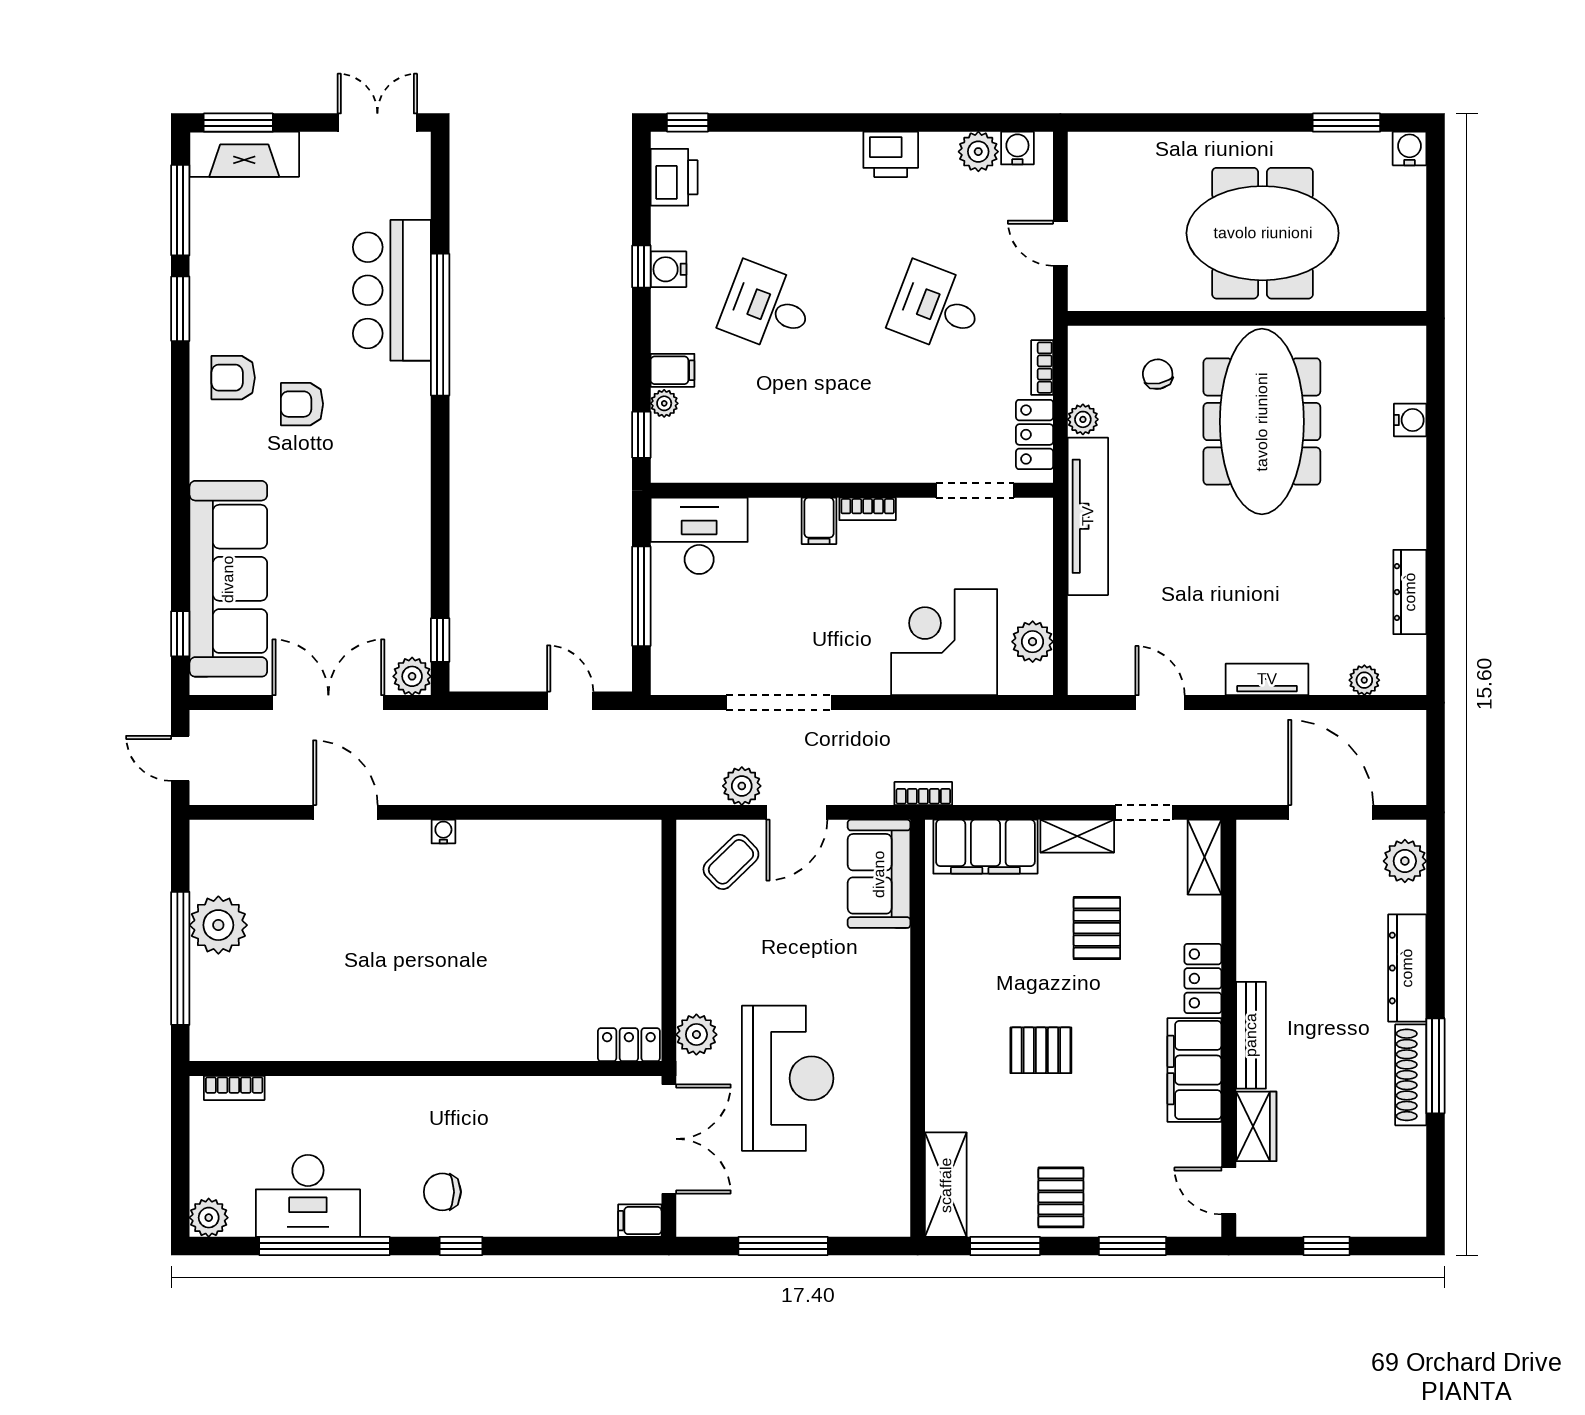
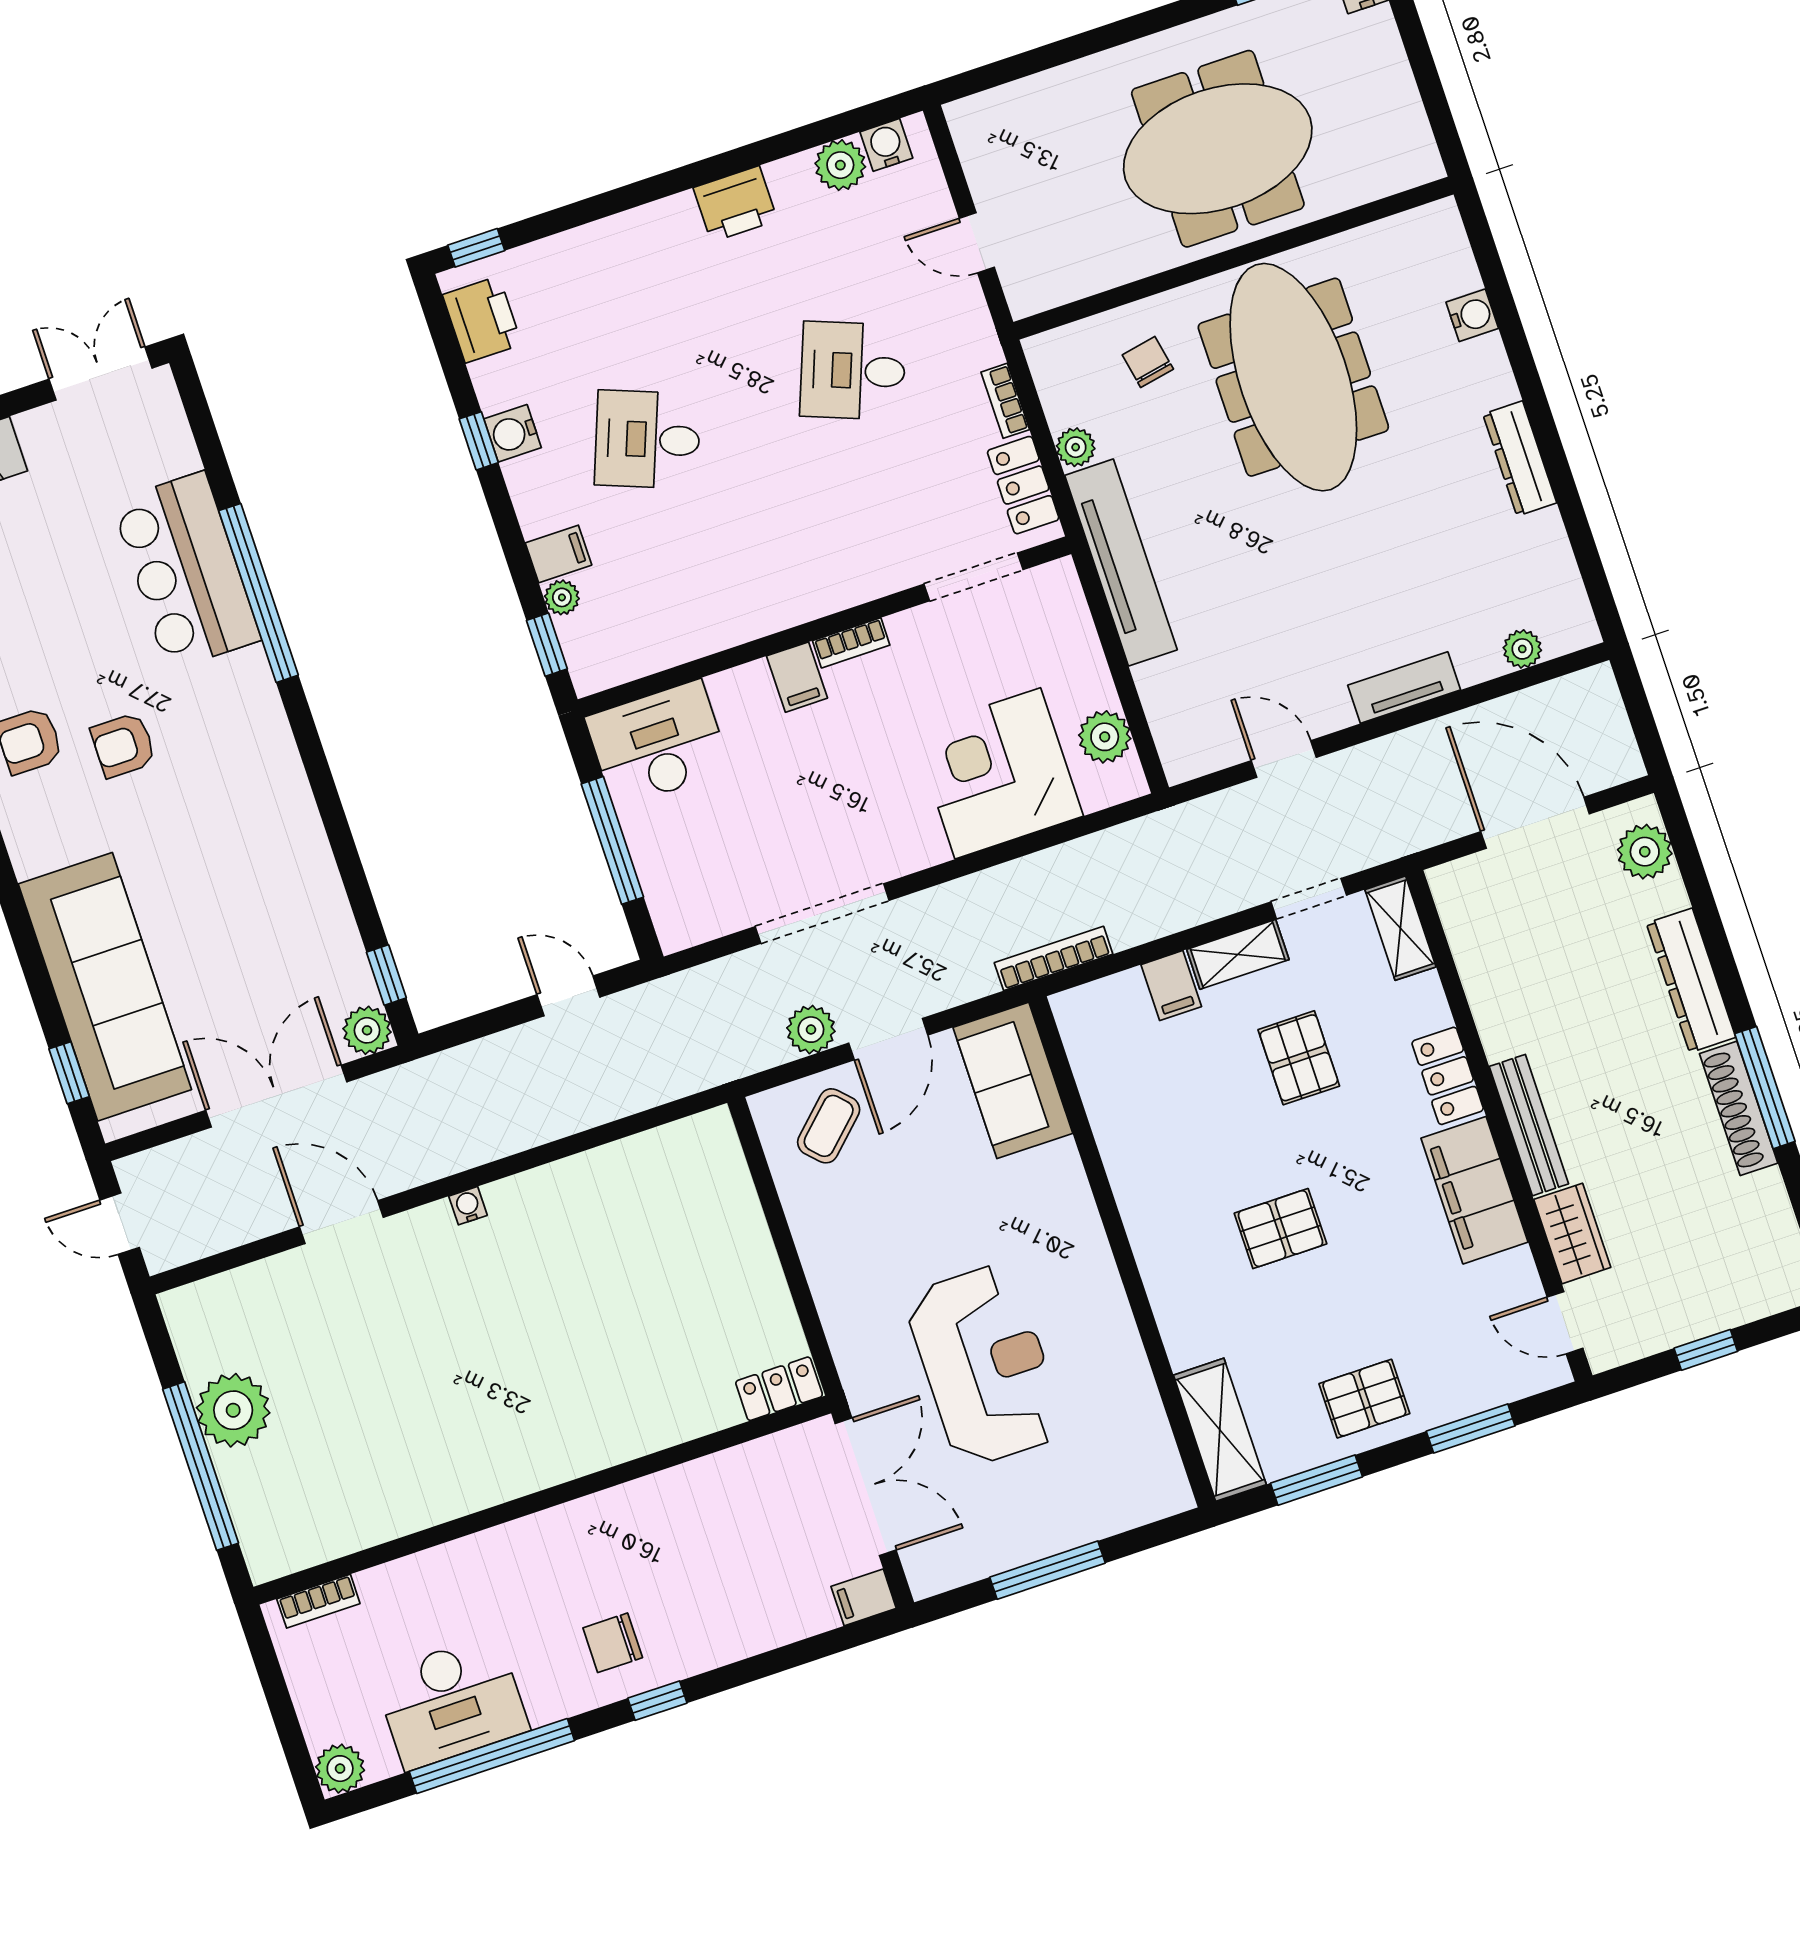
dresser: (1410, 592) -> (1520, 458), moved
bookcase: (923, 793) -> (1054, 958), width x1.56
filing cabinet: (985, 847) -> (1171, 986), width x0.33, depth x0.86
plant: (696, 1035) -> (857, 1349), removed
pallet: (1061, 1197) -> (1364, 1399), turned 90

